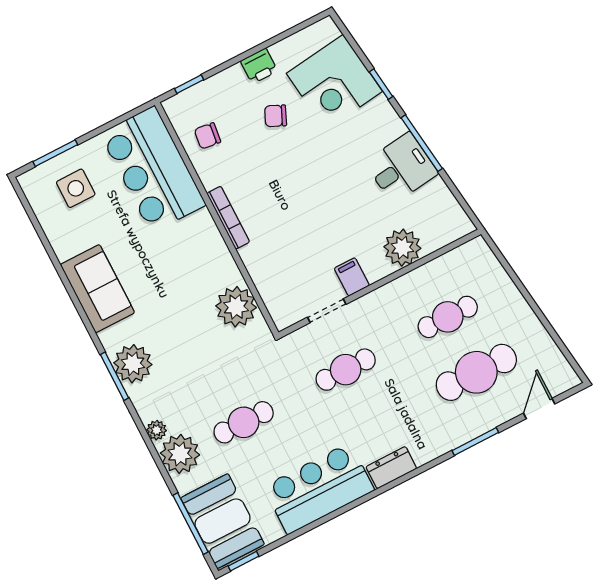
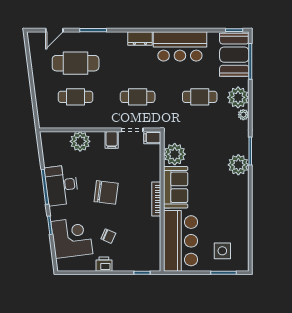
chair: (207, 136) -> (106, 192), moved, width x1.87, depth x1.87
desk: (401, 168) -> (62, 185), width x1.37
sofa: (97, 289) -> (176, 187), moved, turned 180
filing cabinet: (287, 315) -> (152, 138), added
plant: (133, 364) -> (238, 165), moved

